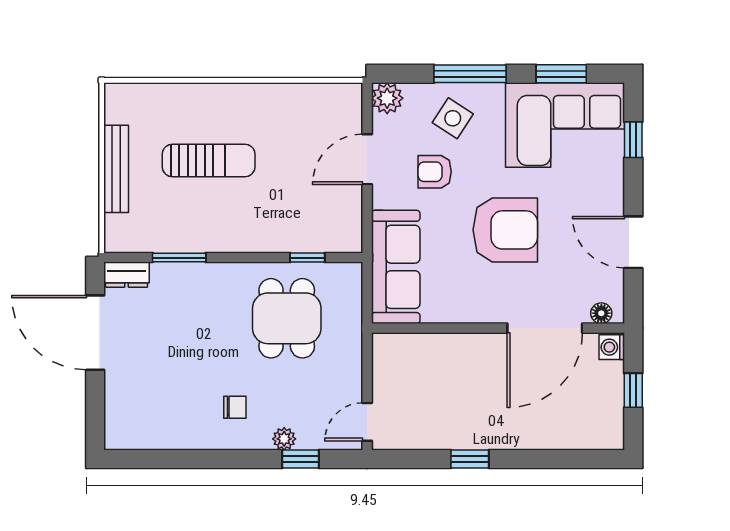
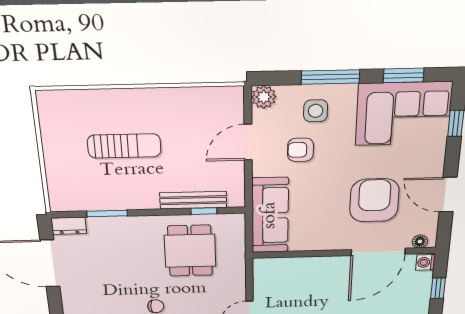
side table: (453, 118) -> (316, 111), turned -33
bench: (116, 169) -> (193, 200), moved, turned 90
armchair: (505, 230) -> (374, 200), moved, turned -90

